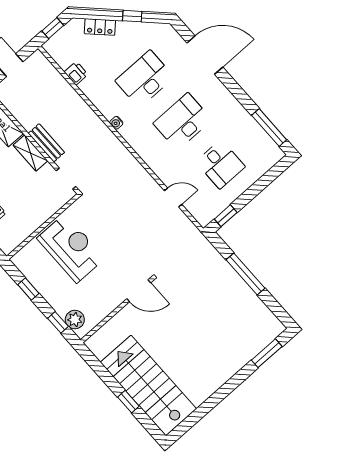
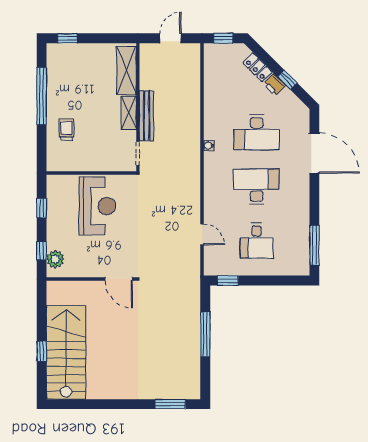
printer: (76, 73) -> (274, 85), moved, turned 135
desk: (145, 79) -> (257, 132), turned 180
bench: (46, 143) -> (146, 116), width x1.36

